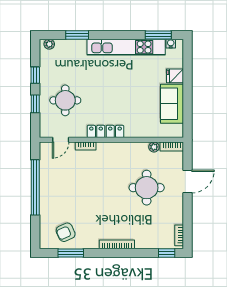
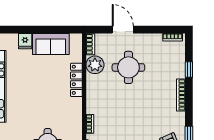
locker: (105, 131) -> (76, 80), moved
plant: (154, 147) -> (95, 65), width x1.88, depth x1.88
window: (167, 253) -> (189, 70), moved

